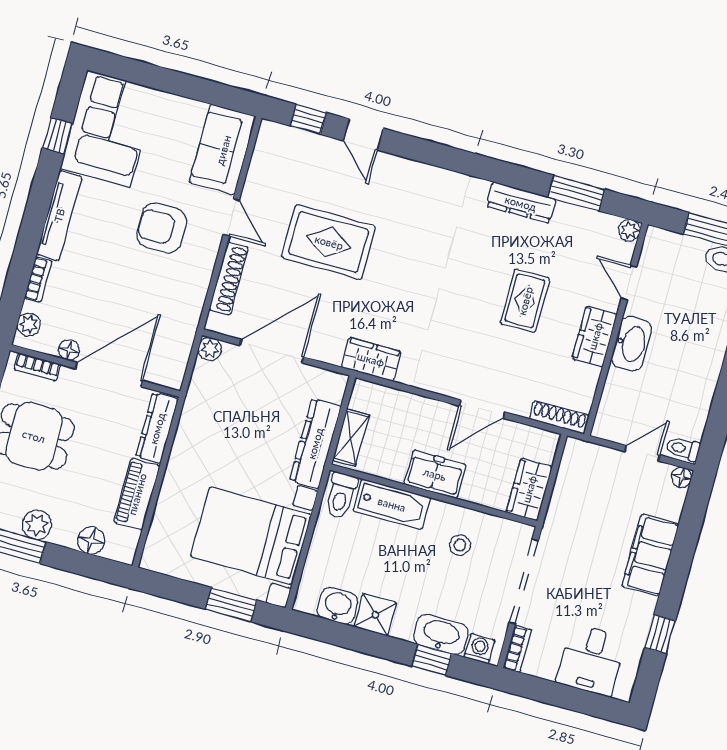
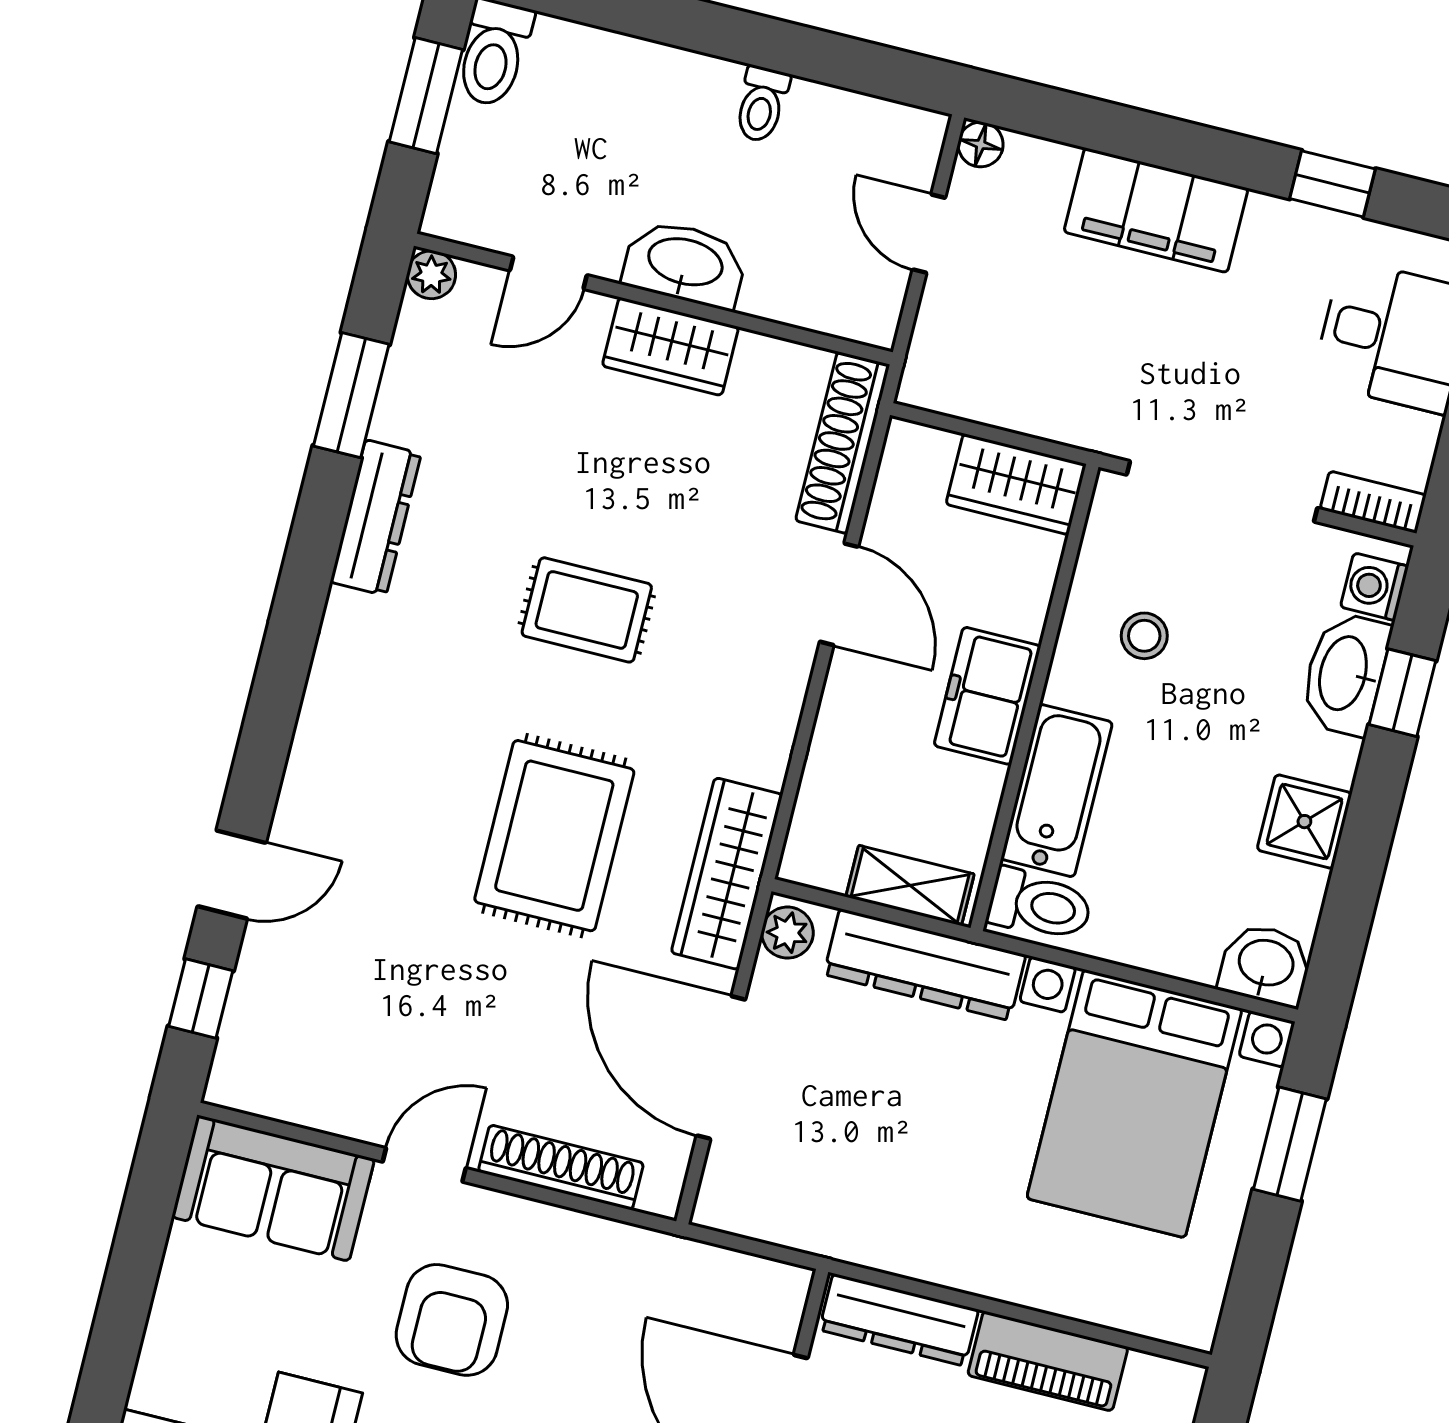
rug: (329, 242) -> (554, 836), moved
rug: (525, 301) -> (587, 610), moved
plant: (210, 349) -> (787, 933), moved
wardrobe: (371, 359) -> (727, 874), width x1.50
shoe rack: (559, 417) -> (843, 443), width x1.36, depth x1.24
toilet: (683, 449) -> (762, 104), moved
washbasin: (337, 606) -> (1266, 965), moved, turned 90

